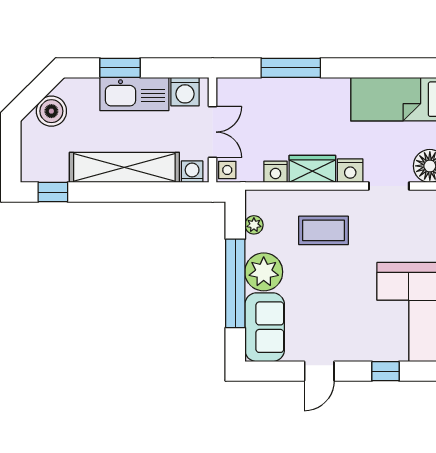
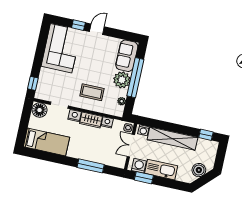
window: (120, 68) -> (144, 178), moved
door: (319, 371) -> (97, 29), moved

